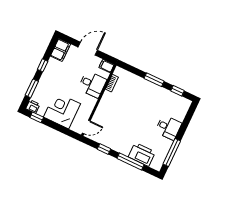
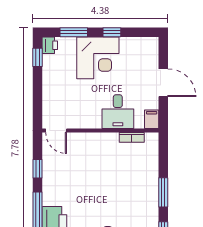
filing cabinet: (60, 50) -> (144, 47), removed
corner desk: (62, 110) -> (98, 58), moved, turned 90

